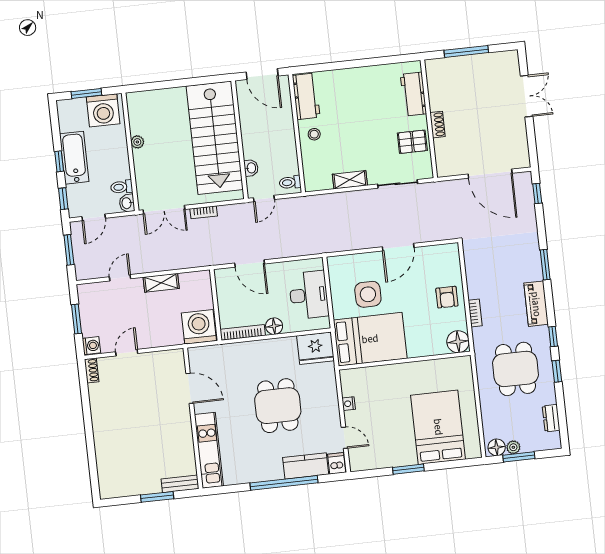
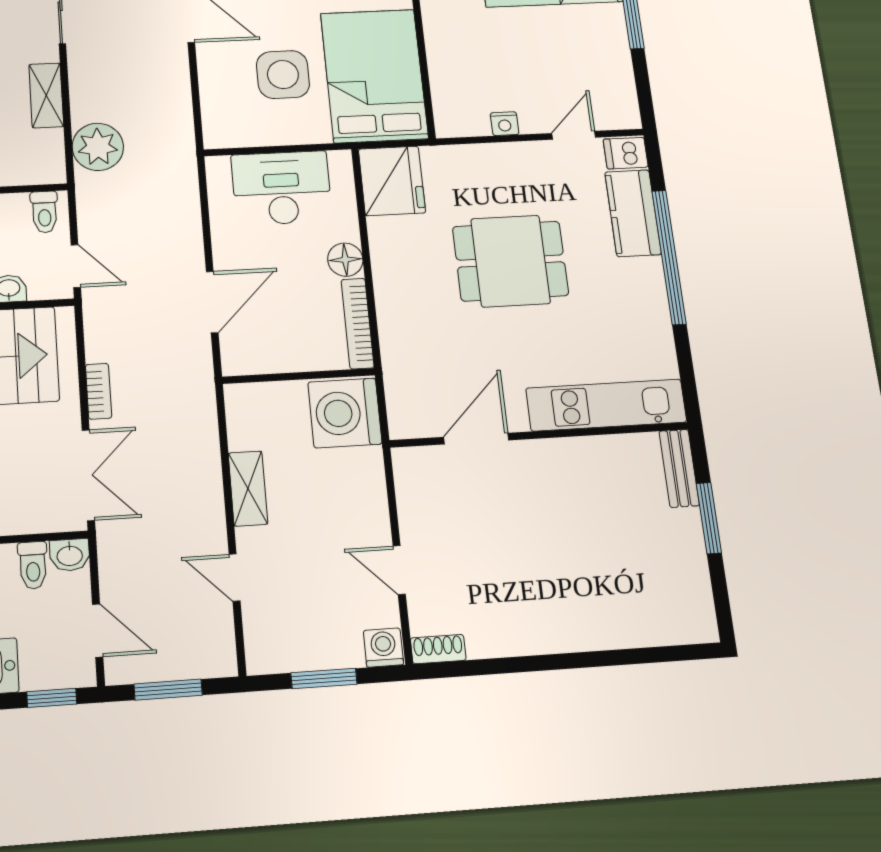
plant: (325, 206) -> (98, 147), added

